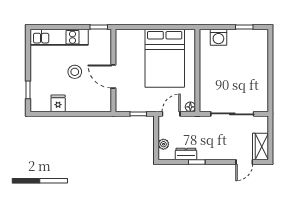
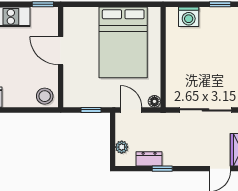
stool: (75, 72) -> (45, 96), moved
door: (113, 76) -> (61, 51), moved
door: (171, 114) -> (131, 110), hinge flipped

